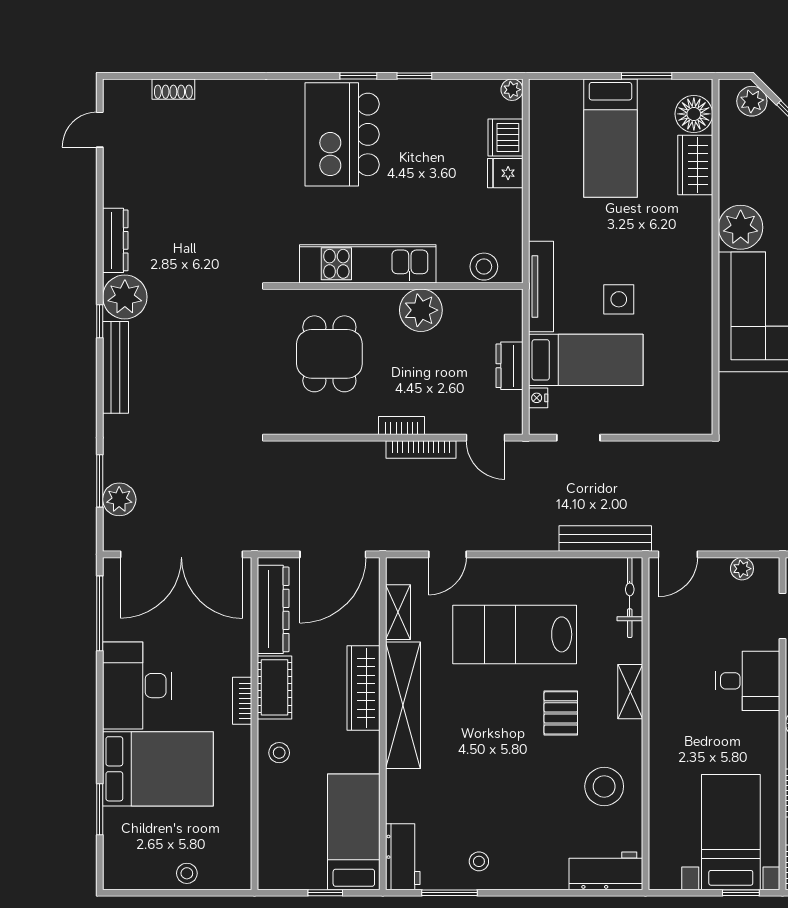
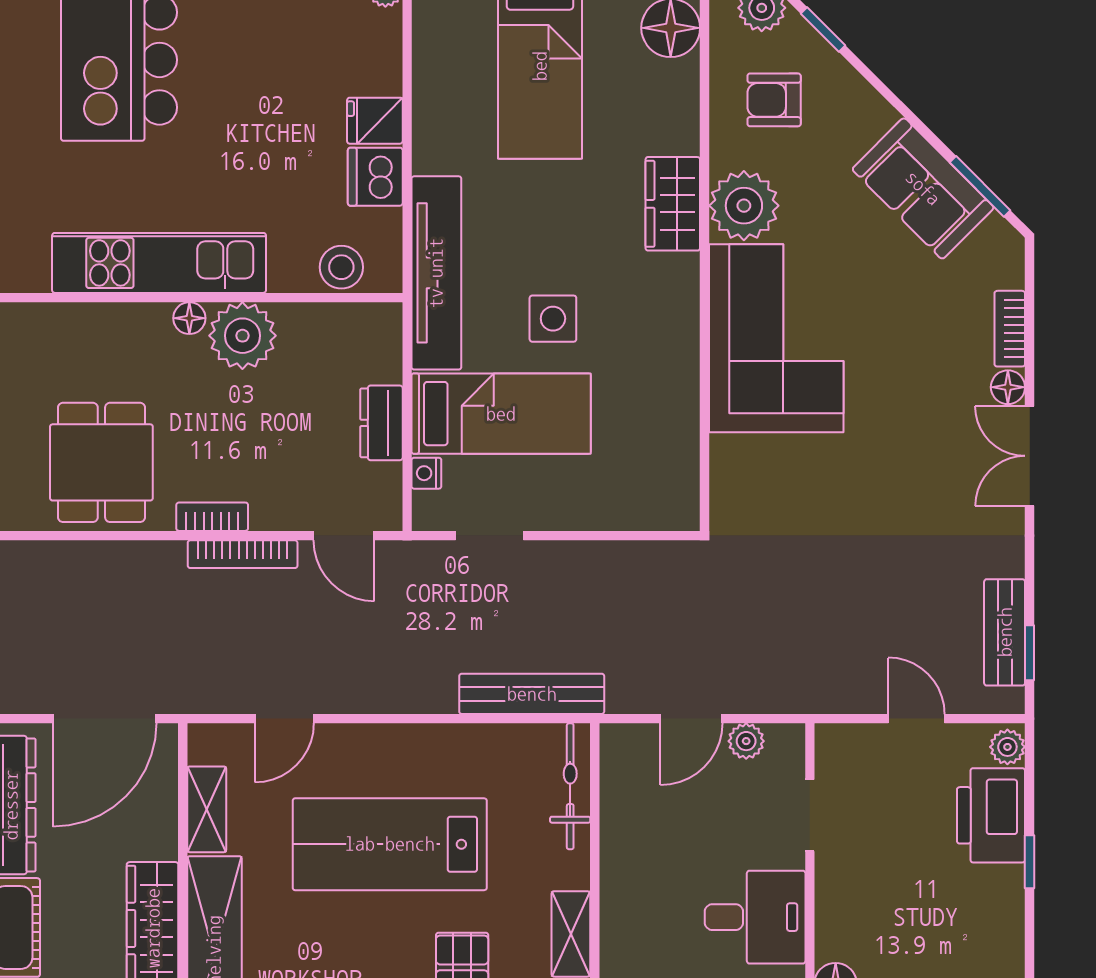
dishwasher: (505, 137) -> (375, 177), moved
armchair: (760, 160) -> (774, 100), added
wardrobe: (695, 165) -> (673, 204), moved
tv unit: (541, 287) -> (436, 273), width x1.36, depth x1.29
floor lamp: (387, 299) -> (189, 318), added
dining table: (329, 354) -> (101, 462), moved
door: (678, 554) -> (691, 719), moved

